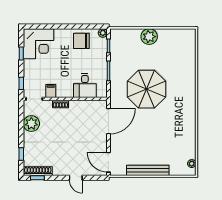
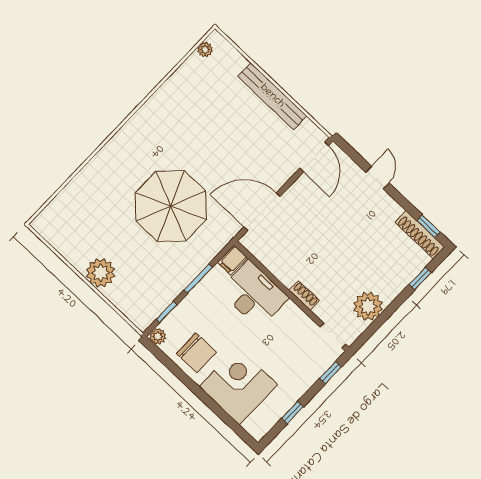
corner desk: (39, 44) -> (238, 386), moved
desk: (85, 86) -> (254, 294), width x1.37
filing cabinet: (51, 91) -> (233, 260), moved

